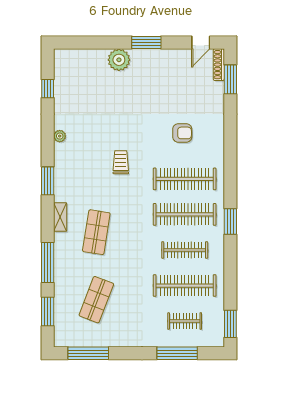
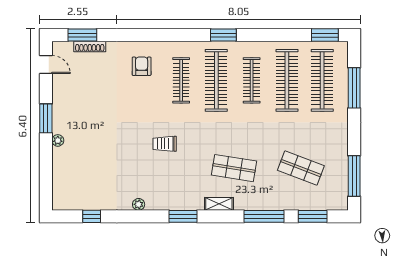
plant: (119, 60) -> (58, 140), width x0.53, depth x0.53
shoe rack: (219, 65) -> (90, 46), moved
armchair: (182, 133) -> (142, 66), moved
clothes rail: (185, 179) -> (181, 80), width x0.73, depth x0.76
clothes rail: (185, 321) -> (322, 80), width x1.86, depth x1.31

